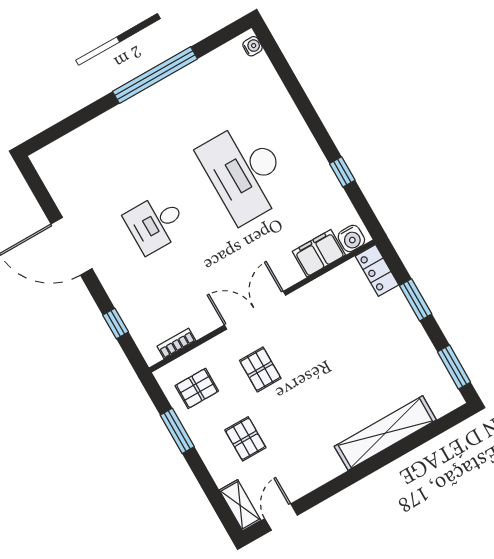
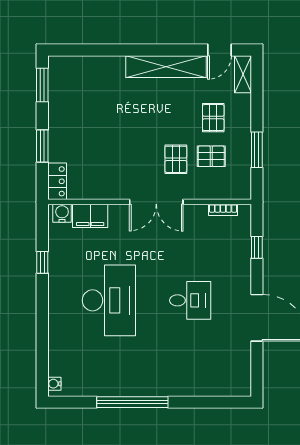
pallet: (197, 388) -> (211, 156), moved
shelving: (385, 433) -> (166, 67), moved

